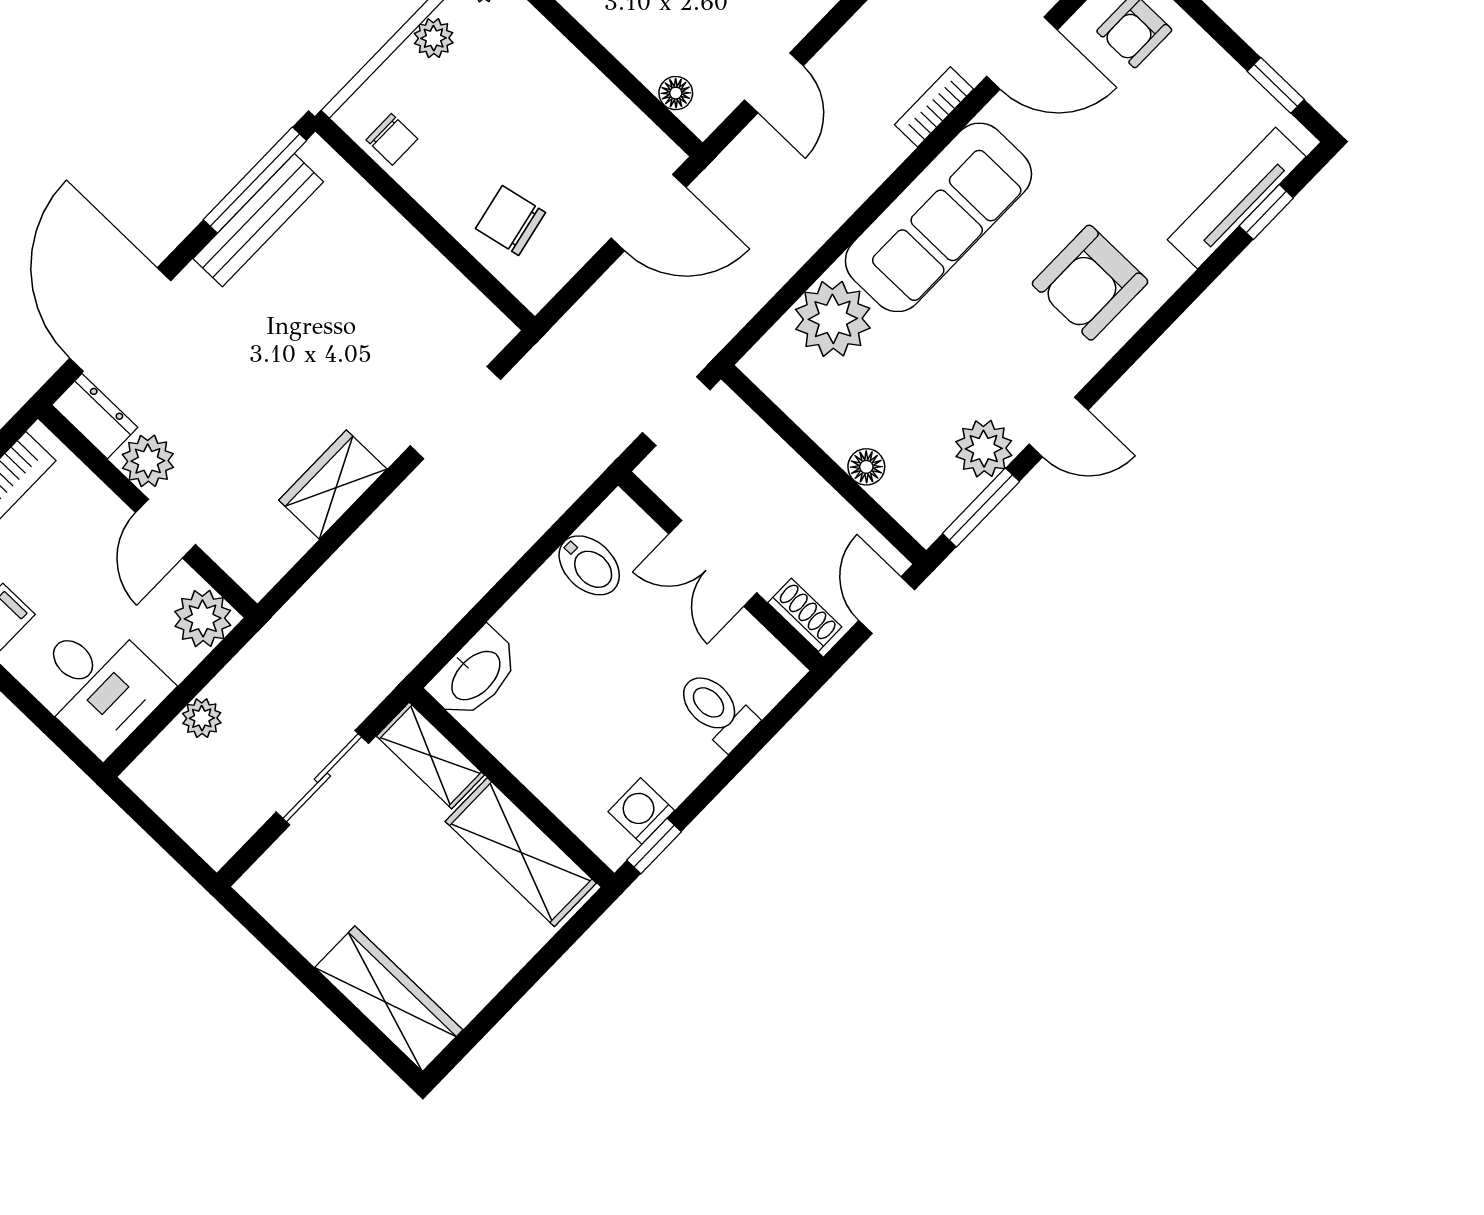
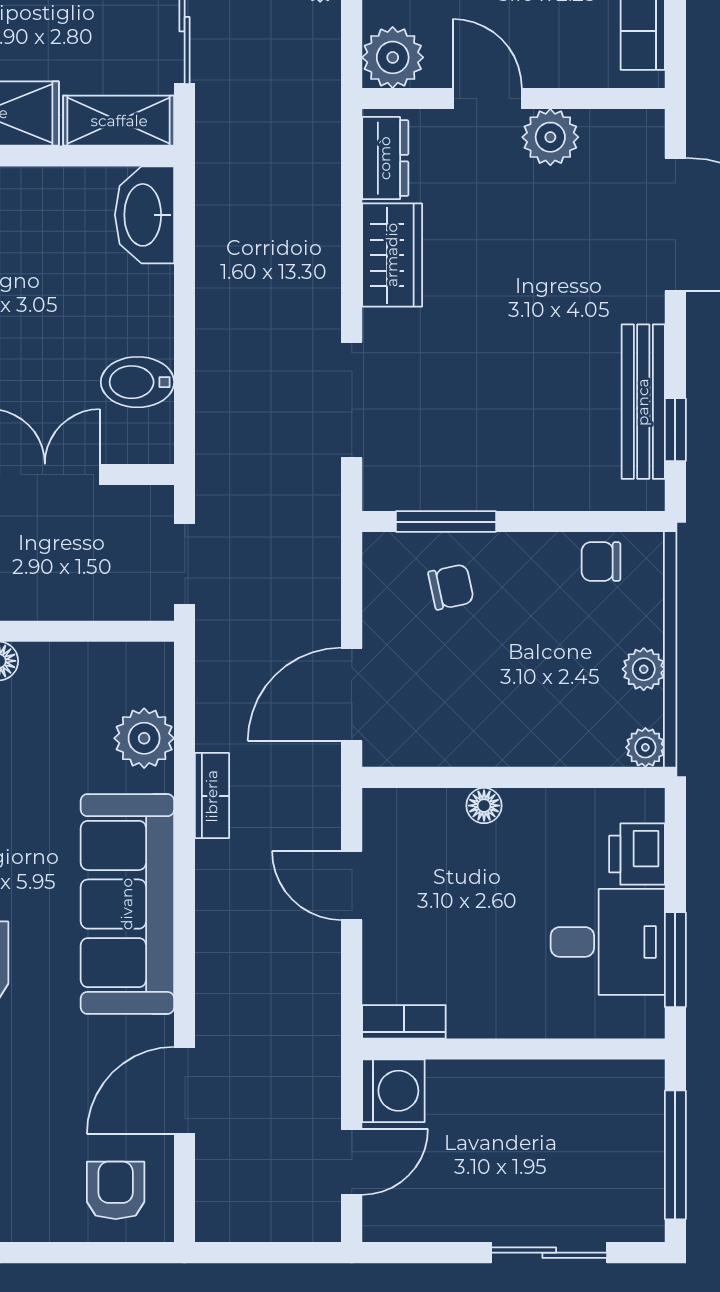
floor lamp: (676, 93) -> (484, 806), moved
bookcase: (934, 107) -> (212, 796), moved
window: (255, 180) -> (675, 430), width x0.46
chair: (511, 221) -> (451, 587), width x0.73, depth x0.73
window: (471, 268) -> (446, 522), added
plant: (833, 319) -> (144, 738), width x0.73, depth x0.73
dresser: (95, 416) -> (385, 158), moved, turned -90

